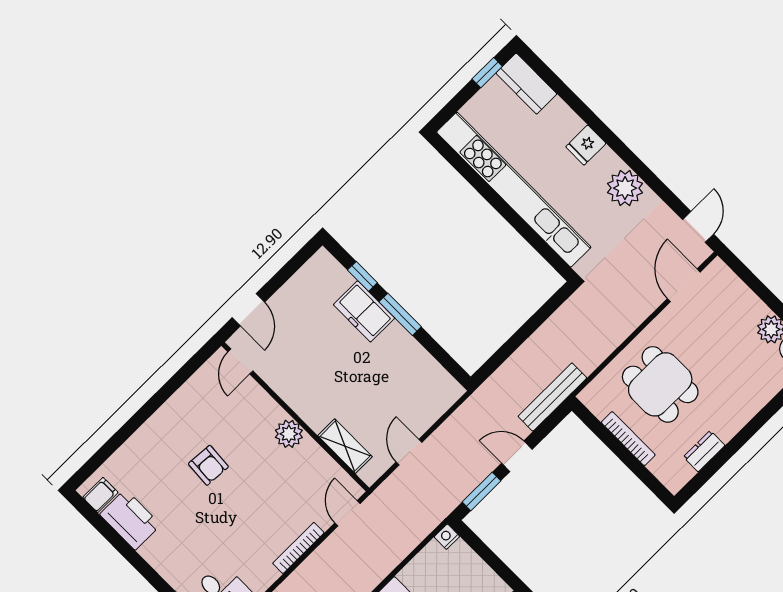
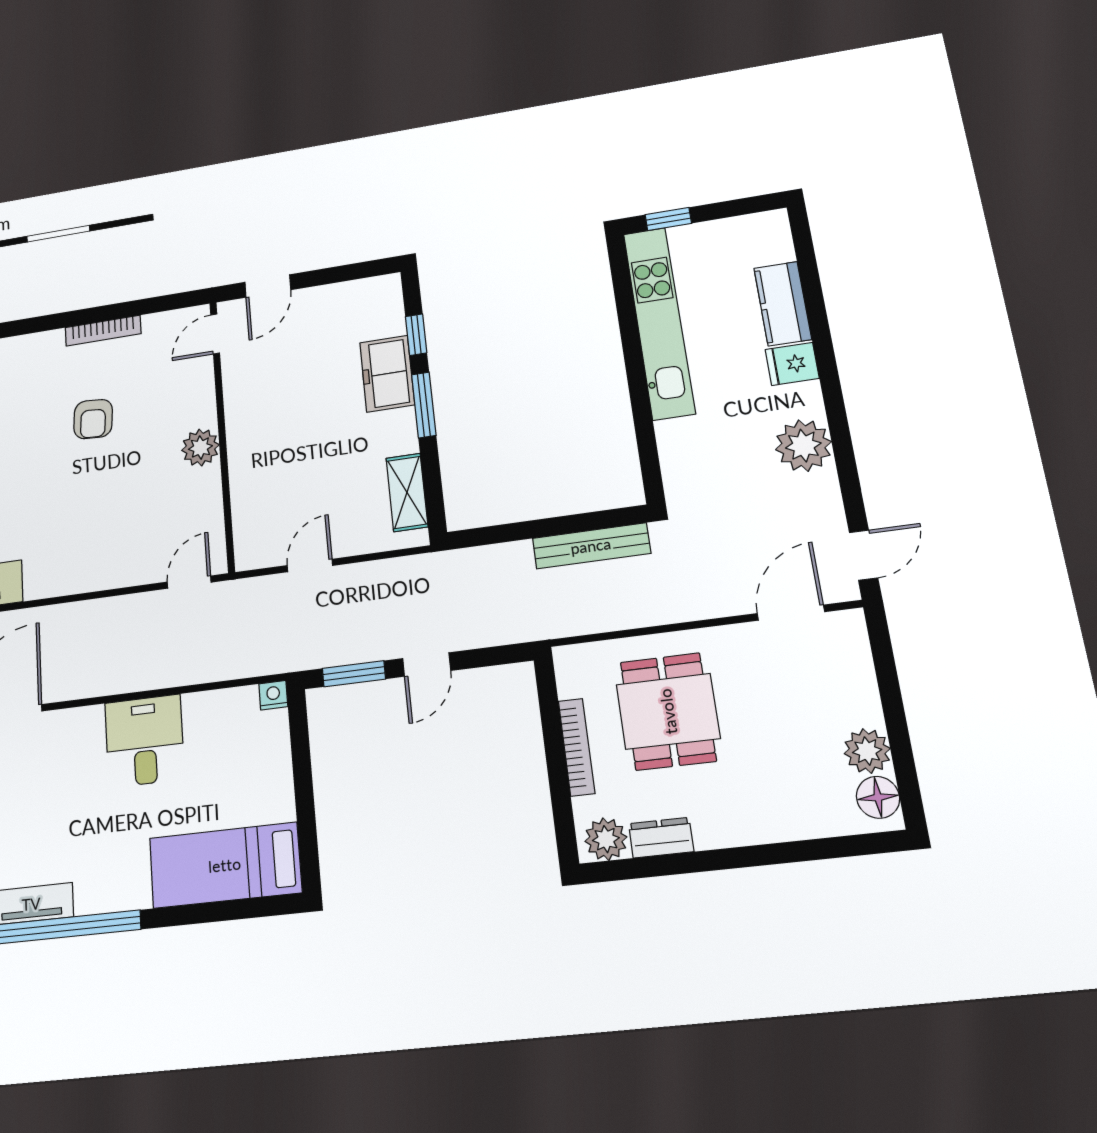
window: (487, 73) -> (668, 219), moved
kitchen counter: (526, 84) -> (783, 304), moved
kitchen unit: (514, 190) -> (659, 323), width x0.73
bench: (552, 397) -> (591, 546), moved
shelving: (345, 446) -> (407, 492), moved
door: (517, 456) -> (427, 664), swing flipped
plant: (678, 473) -> (606, 839), added
bookcase: (298, 548) -> (103, 331), moved, turned 180

